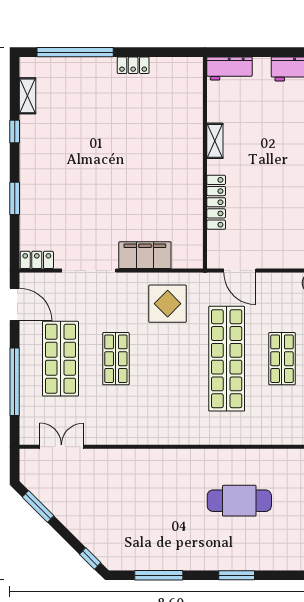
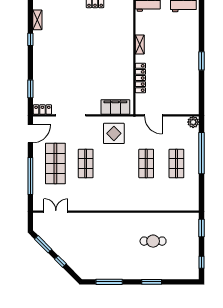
window: (15, 198) -> (30, 89), moved
filing cabinet: (145, 255) -> (115, 107), moved
door: (15, 304) -> (30, 134), hinge flipped
shop shelf: (227, 359) -> (146, 164), width x0.50, depth x0.74
cafe table: (239, 501) -> (153, 241), width x0.73, depth x0.74
window: (90, 558) -> (60, 261), moved

